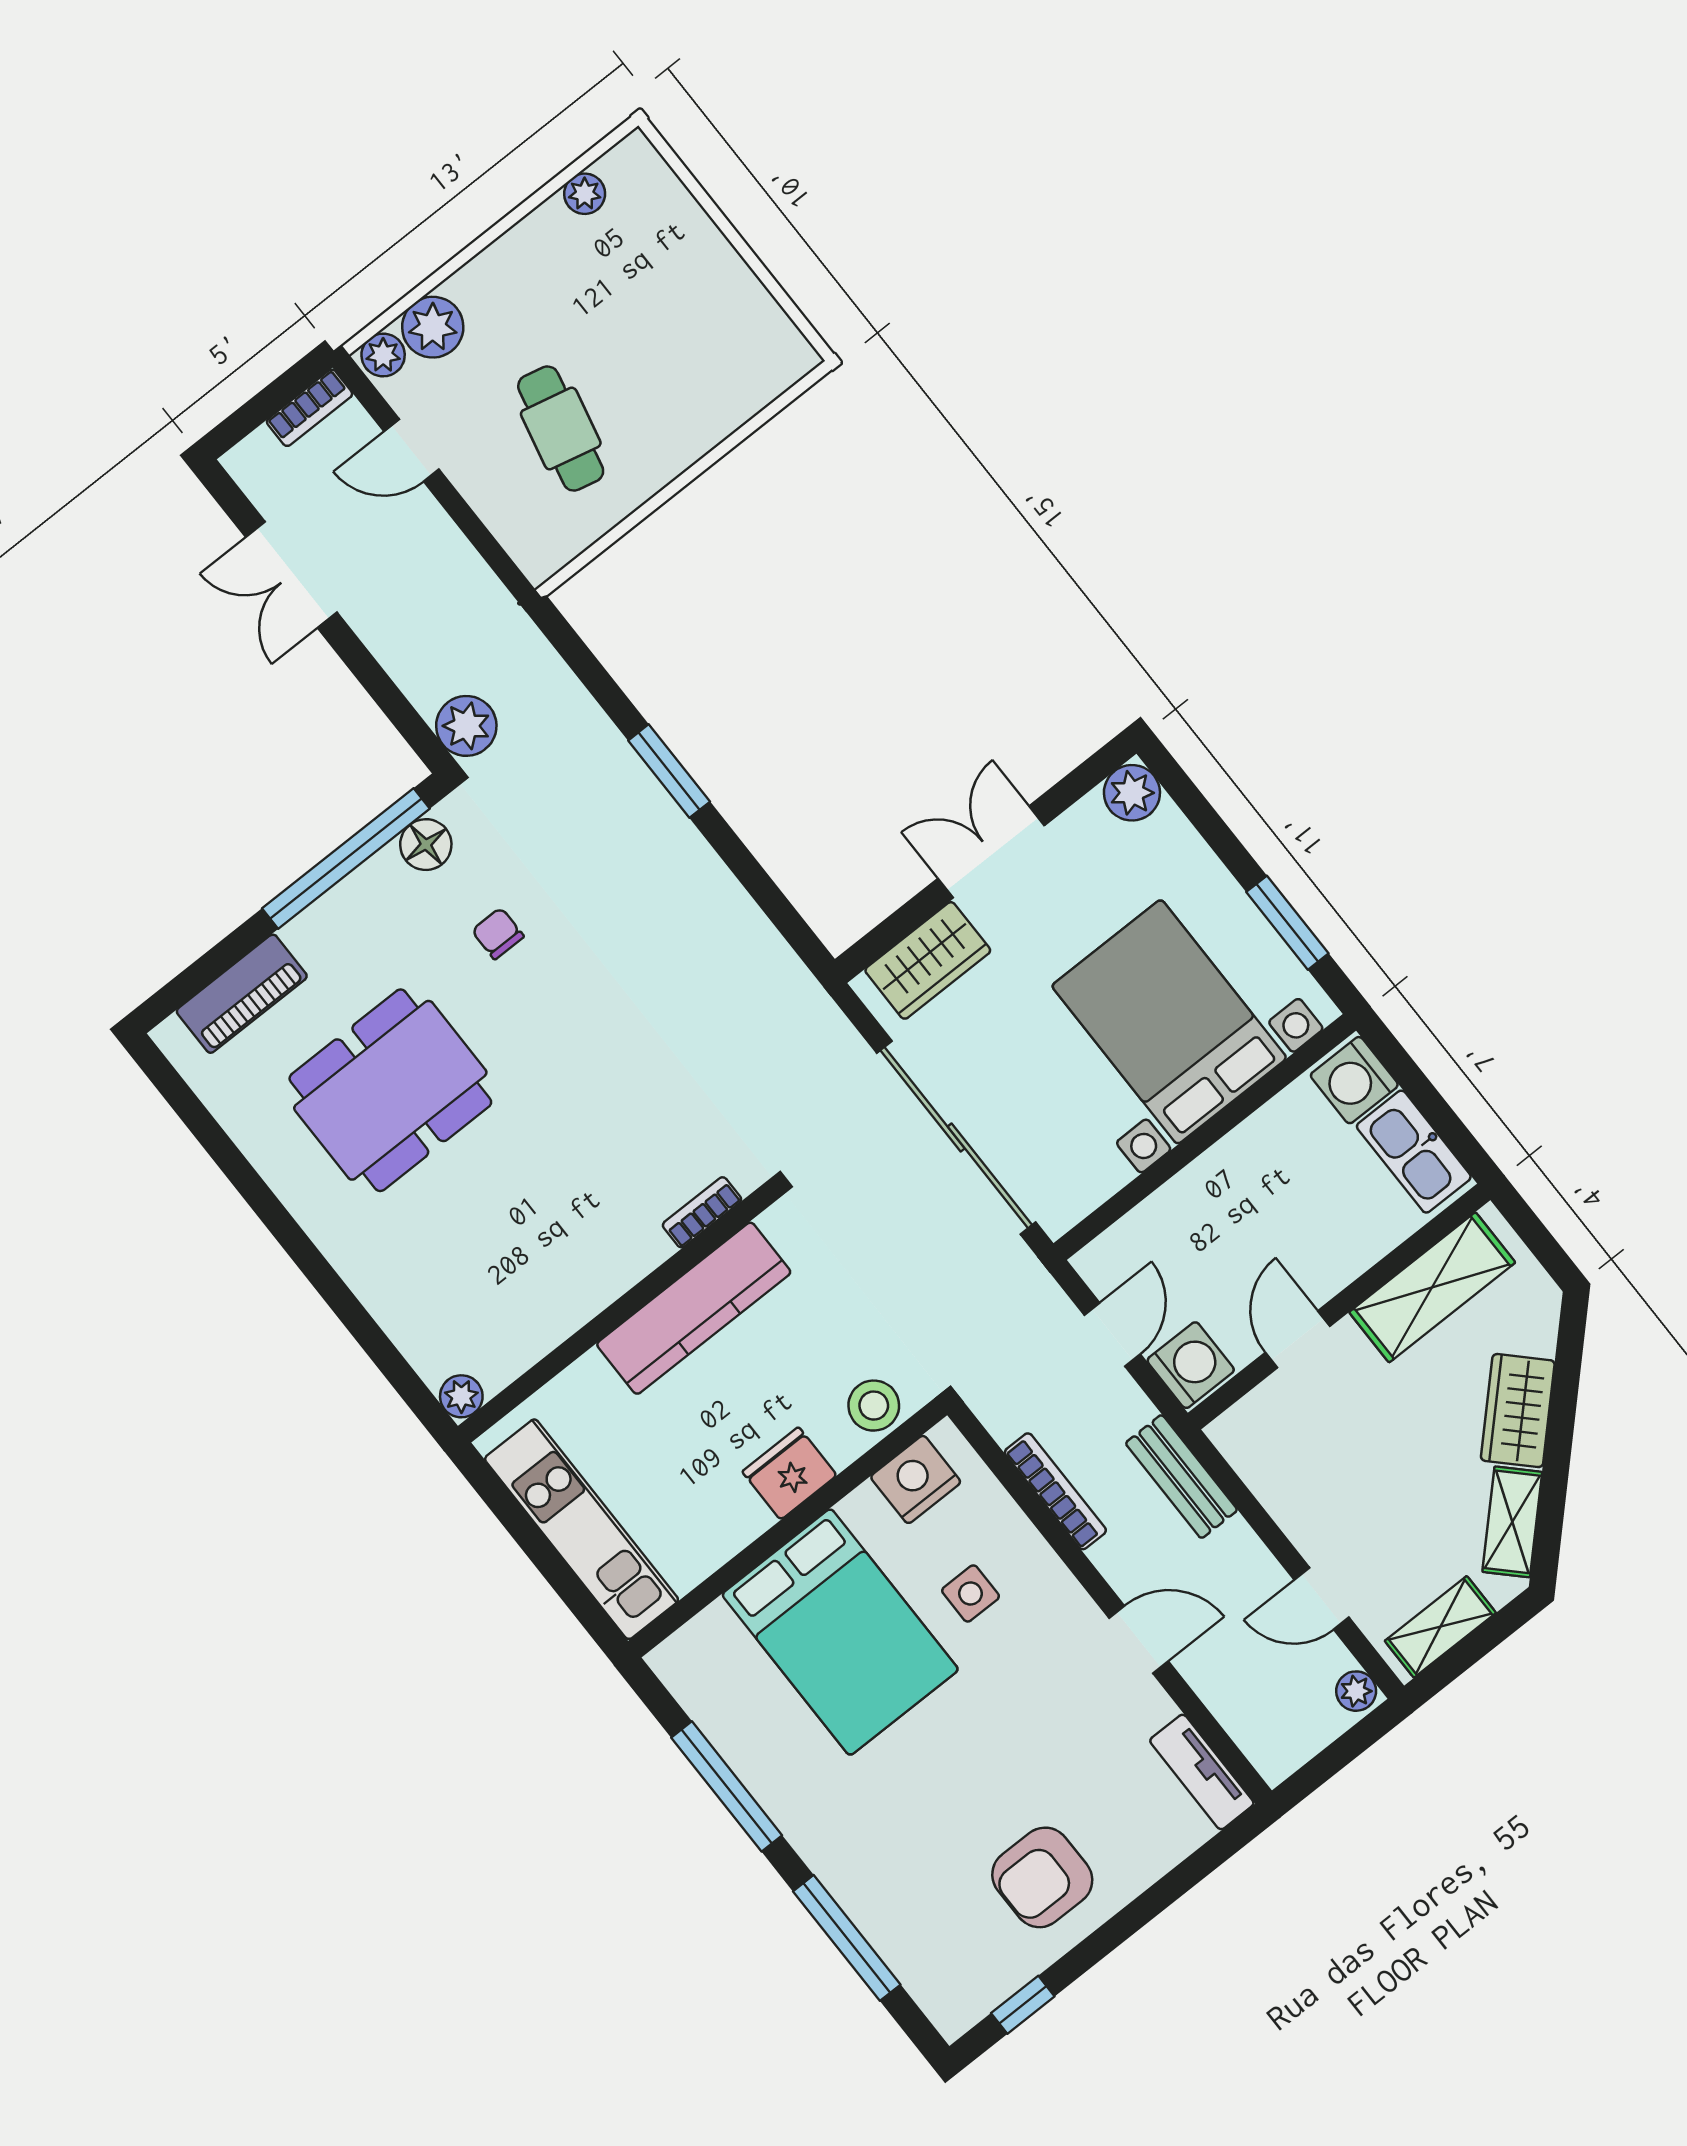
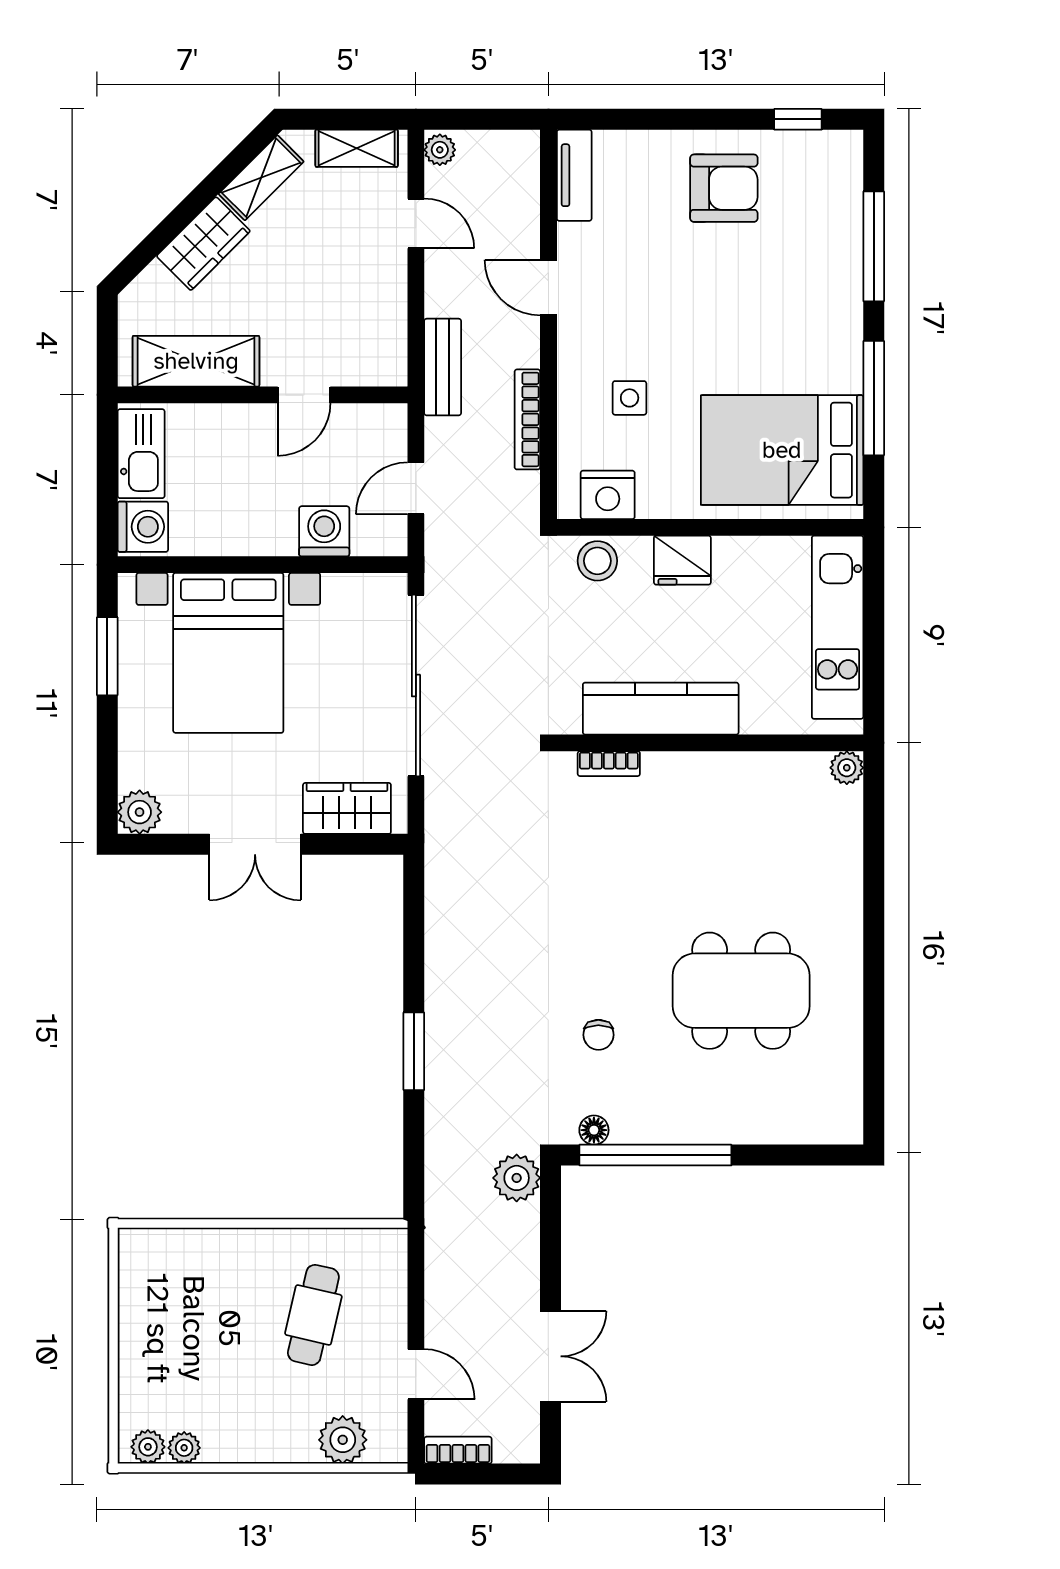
plant: (383, 355) -> (148, 1447), moved
floor lamp: (426, 845) -> (594, 1130), width x0.73, depth x0.73
piano: (242, 994) -> (785, 1123), removed
washing machine: (1191, 1365) -> (324, 531), moved, turned 90
bed: (840, 1632) -> (782, 450), moved, turned -90

